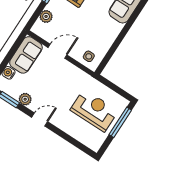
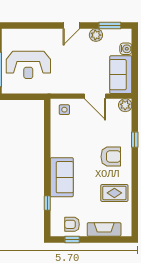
plant: (46, 16) -> (125, 105), moved
door: (58, 51) -> (95, 96), hinge flipped

